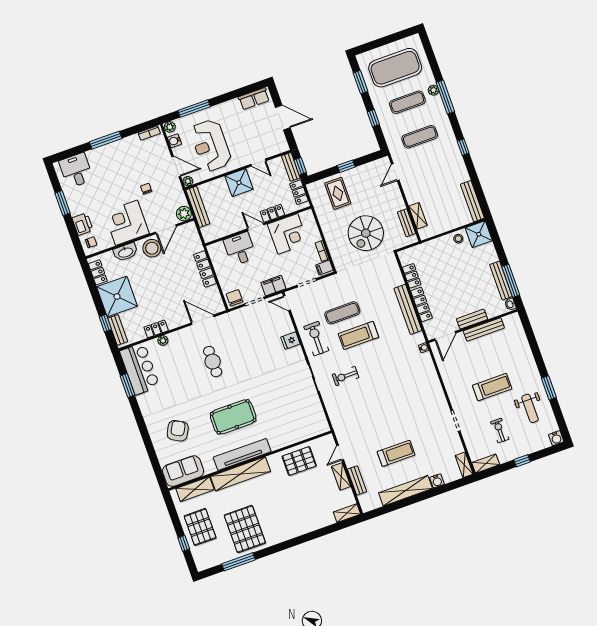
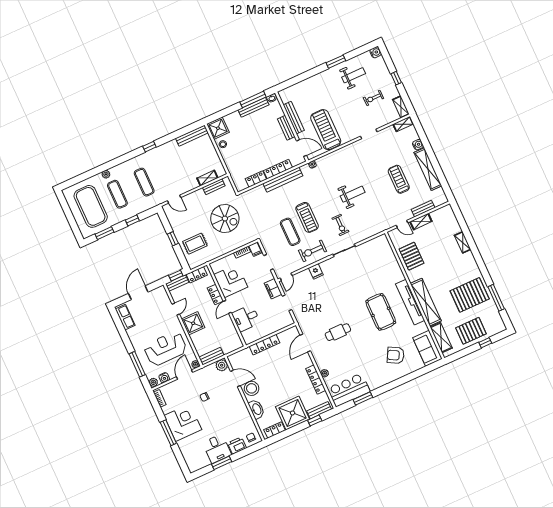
window: (445, 97) -> (111, 164), removed
reception desk: (211, 145) -> (165, 349), turned 180
desk: (76, 170) -> (217, 449), moved, turned -90
bench: (198, 207) -> (211, 356), width x0.73
corner desk: (126, 223) -> (183, 423), moved, turned 180
chair: (235, 298) -> (286, 319), removed
locker: (156, 329) -> (316, 379), width x1.53
treadmill: (492, 387) -> (326, 130), moved, width x1.37, depth x1.38
weight bench: (382, 394) -> (353, 194), added
shelving: (347, 513) -> (463, 242), moved

